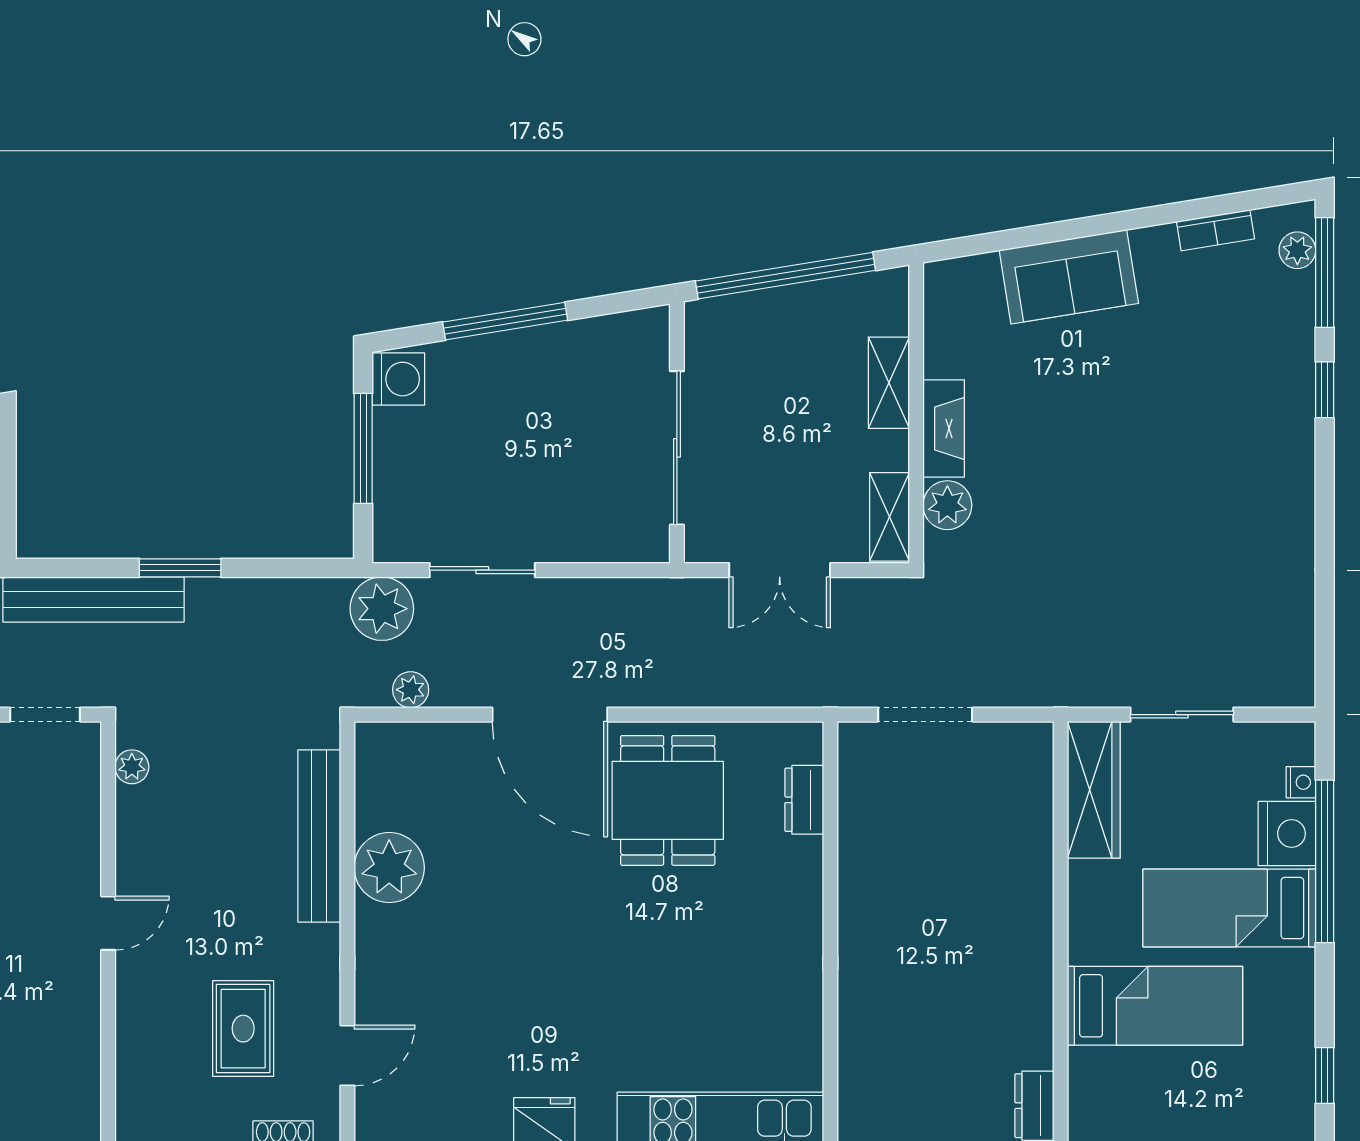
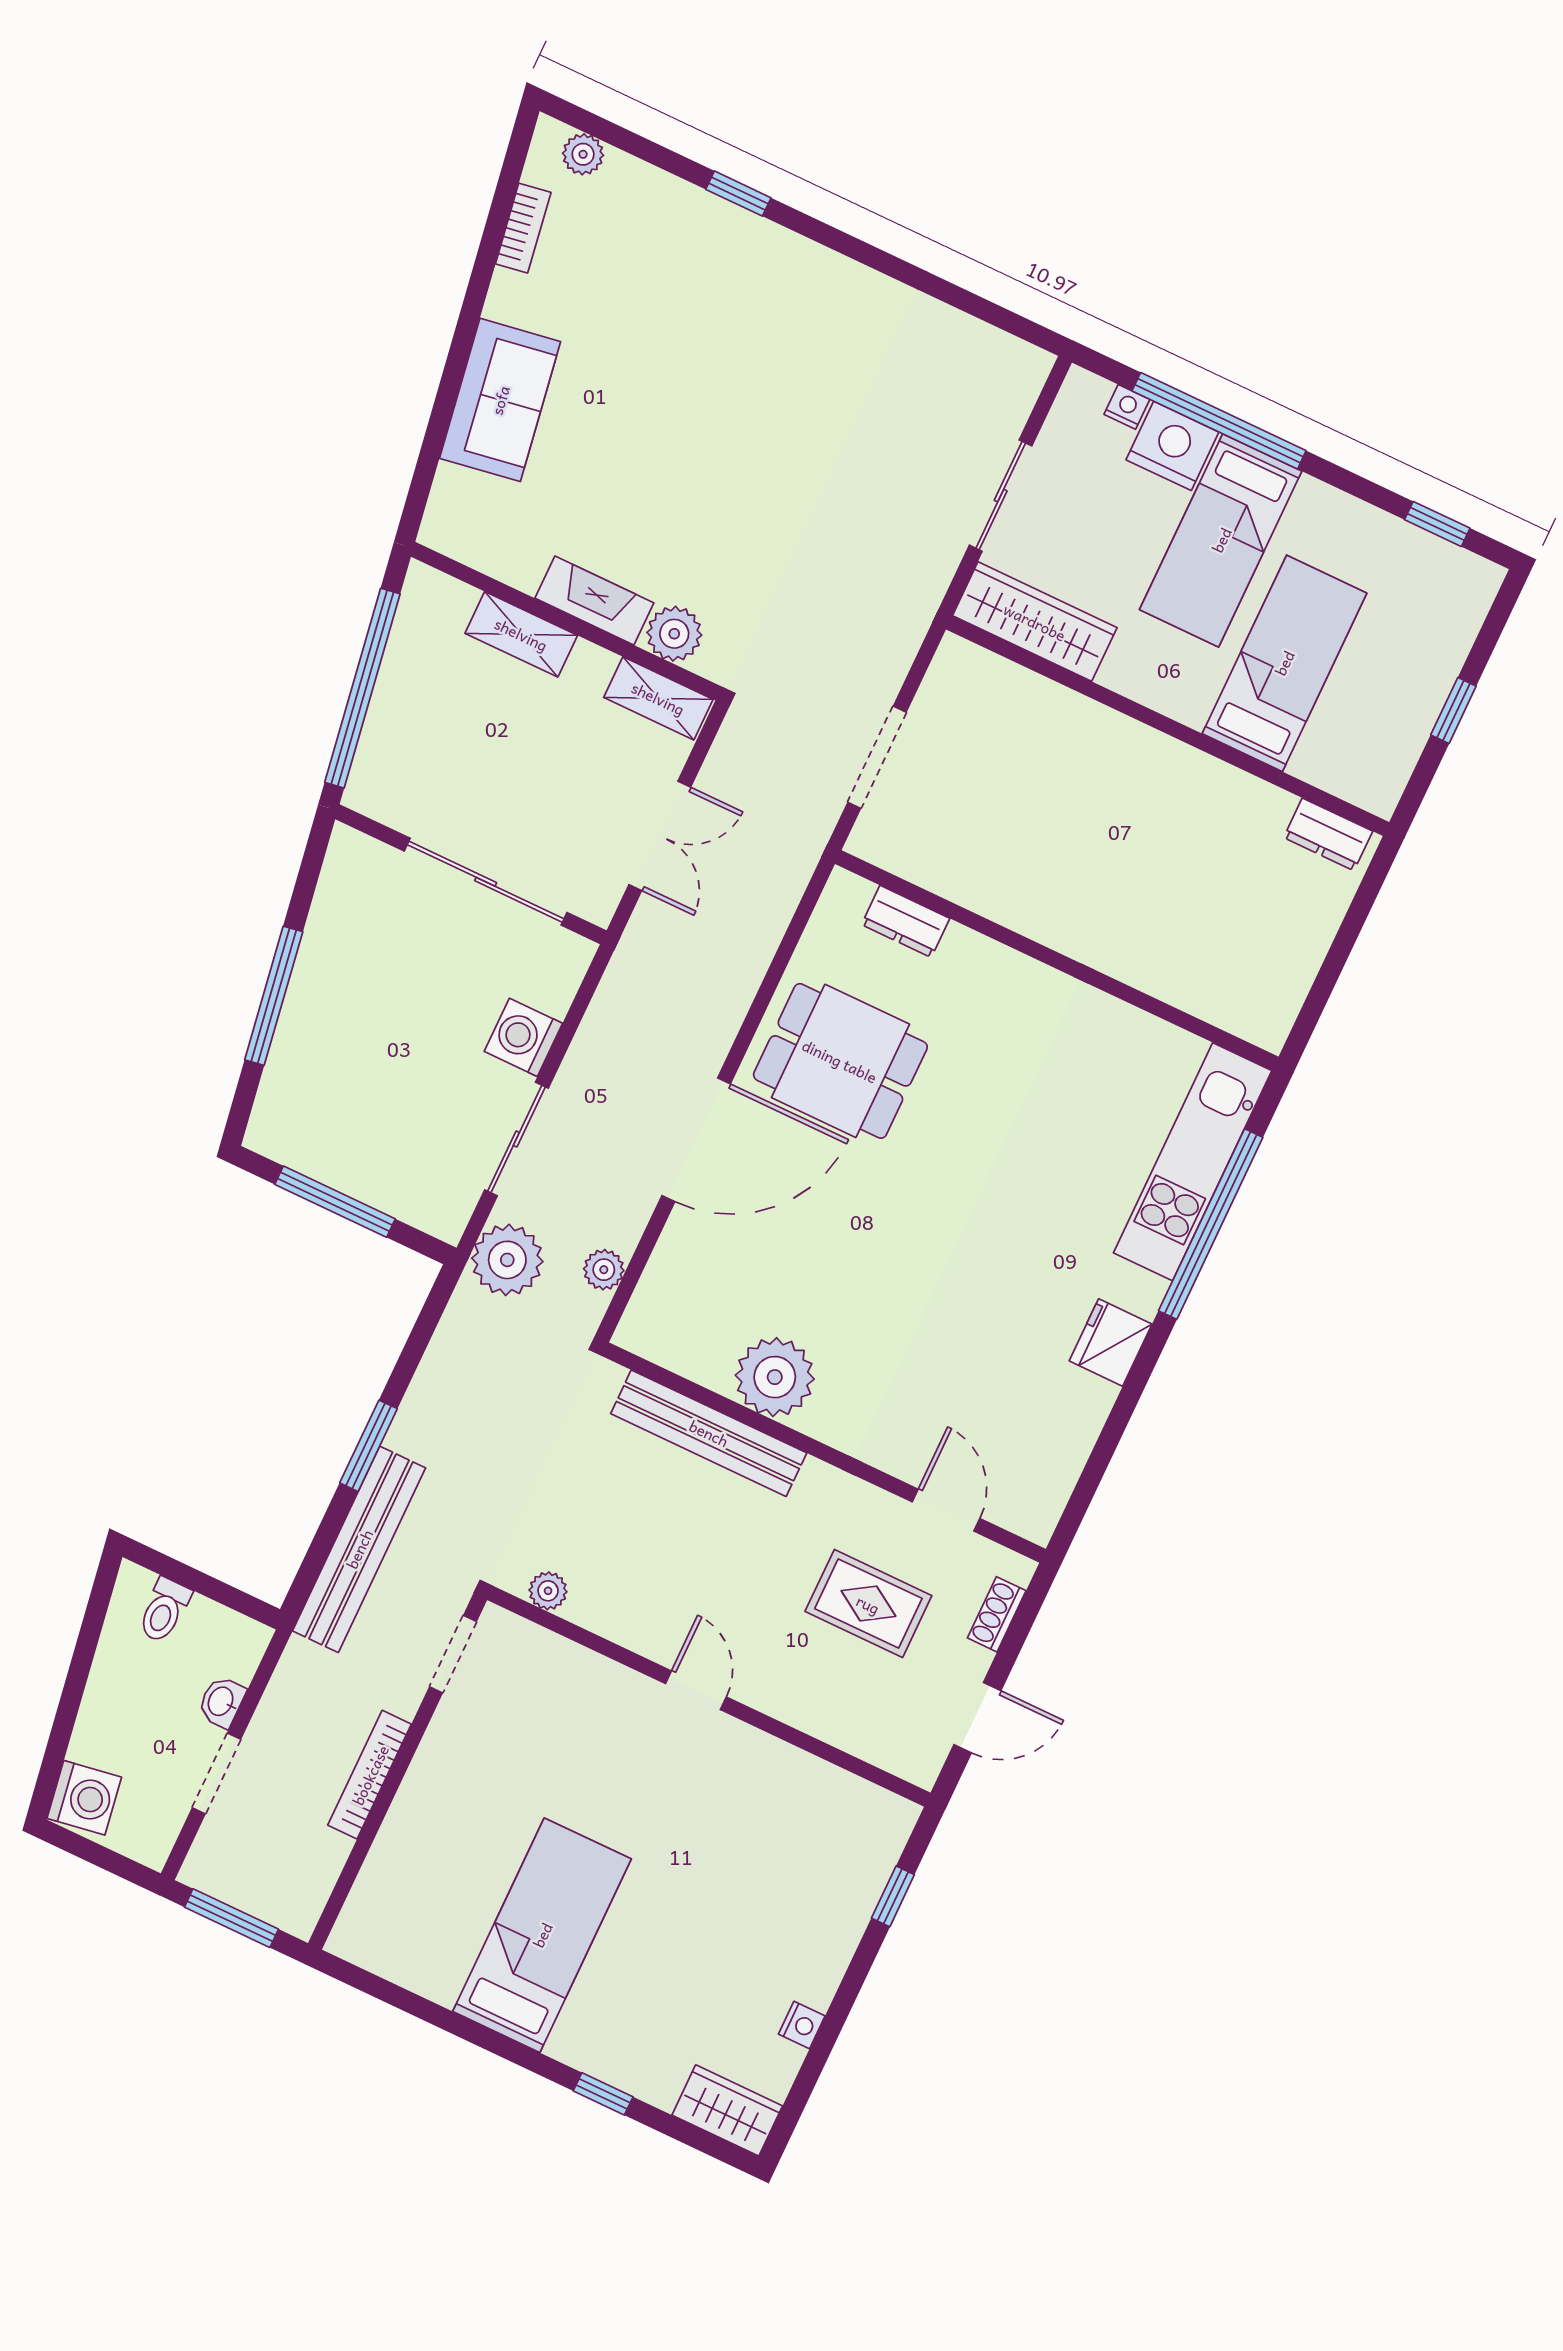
window: (1325, 273) -> (619, 137), removed
washing machine: (398, 379) -> (523, 1037), moved, turned -90

